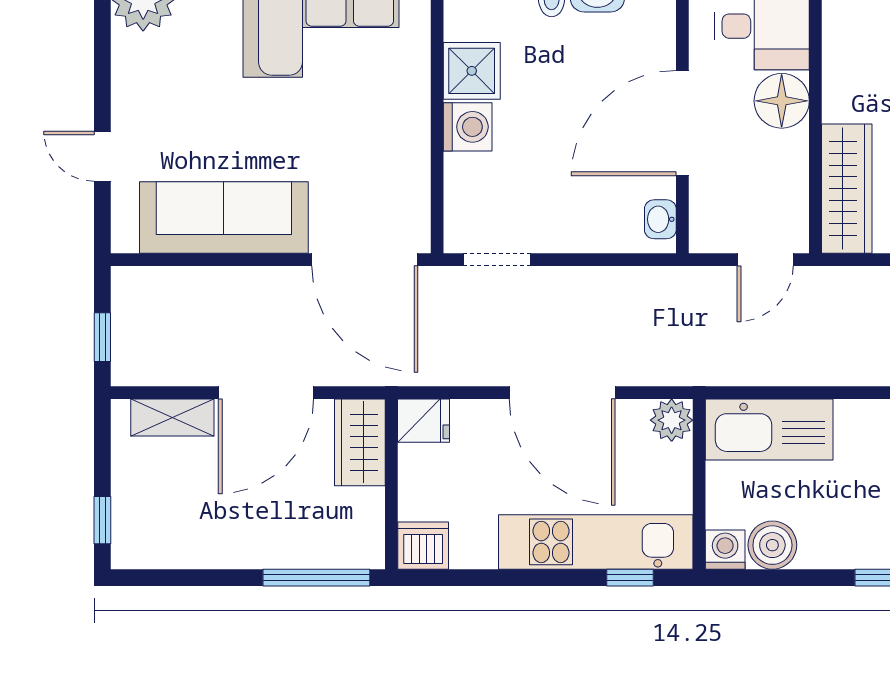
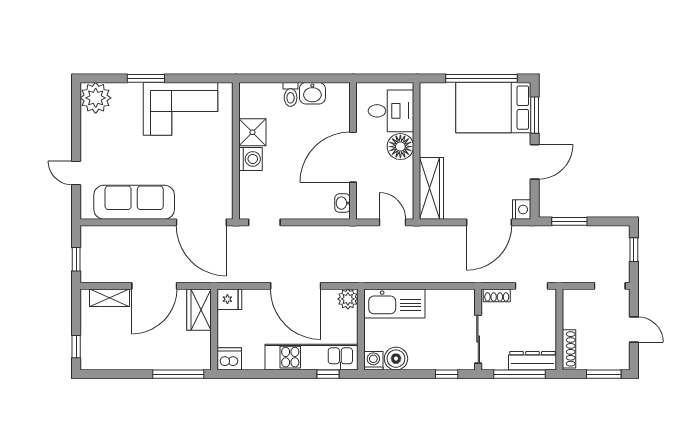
door: (765, 260) -> (392, 222), swing flipped

